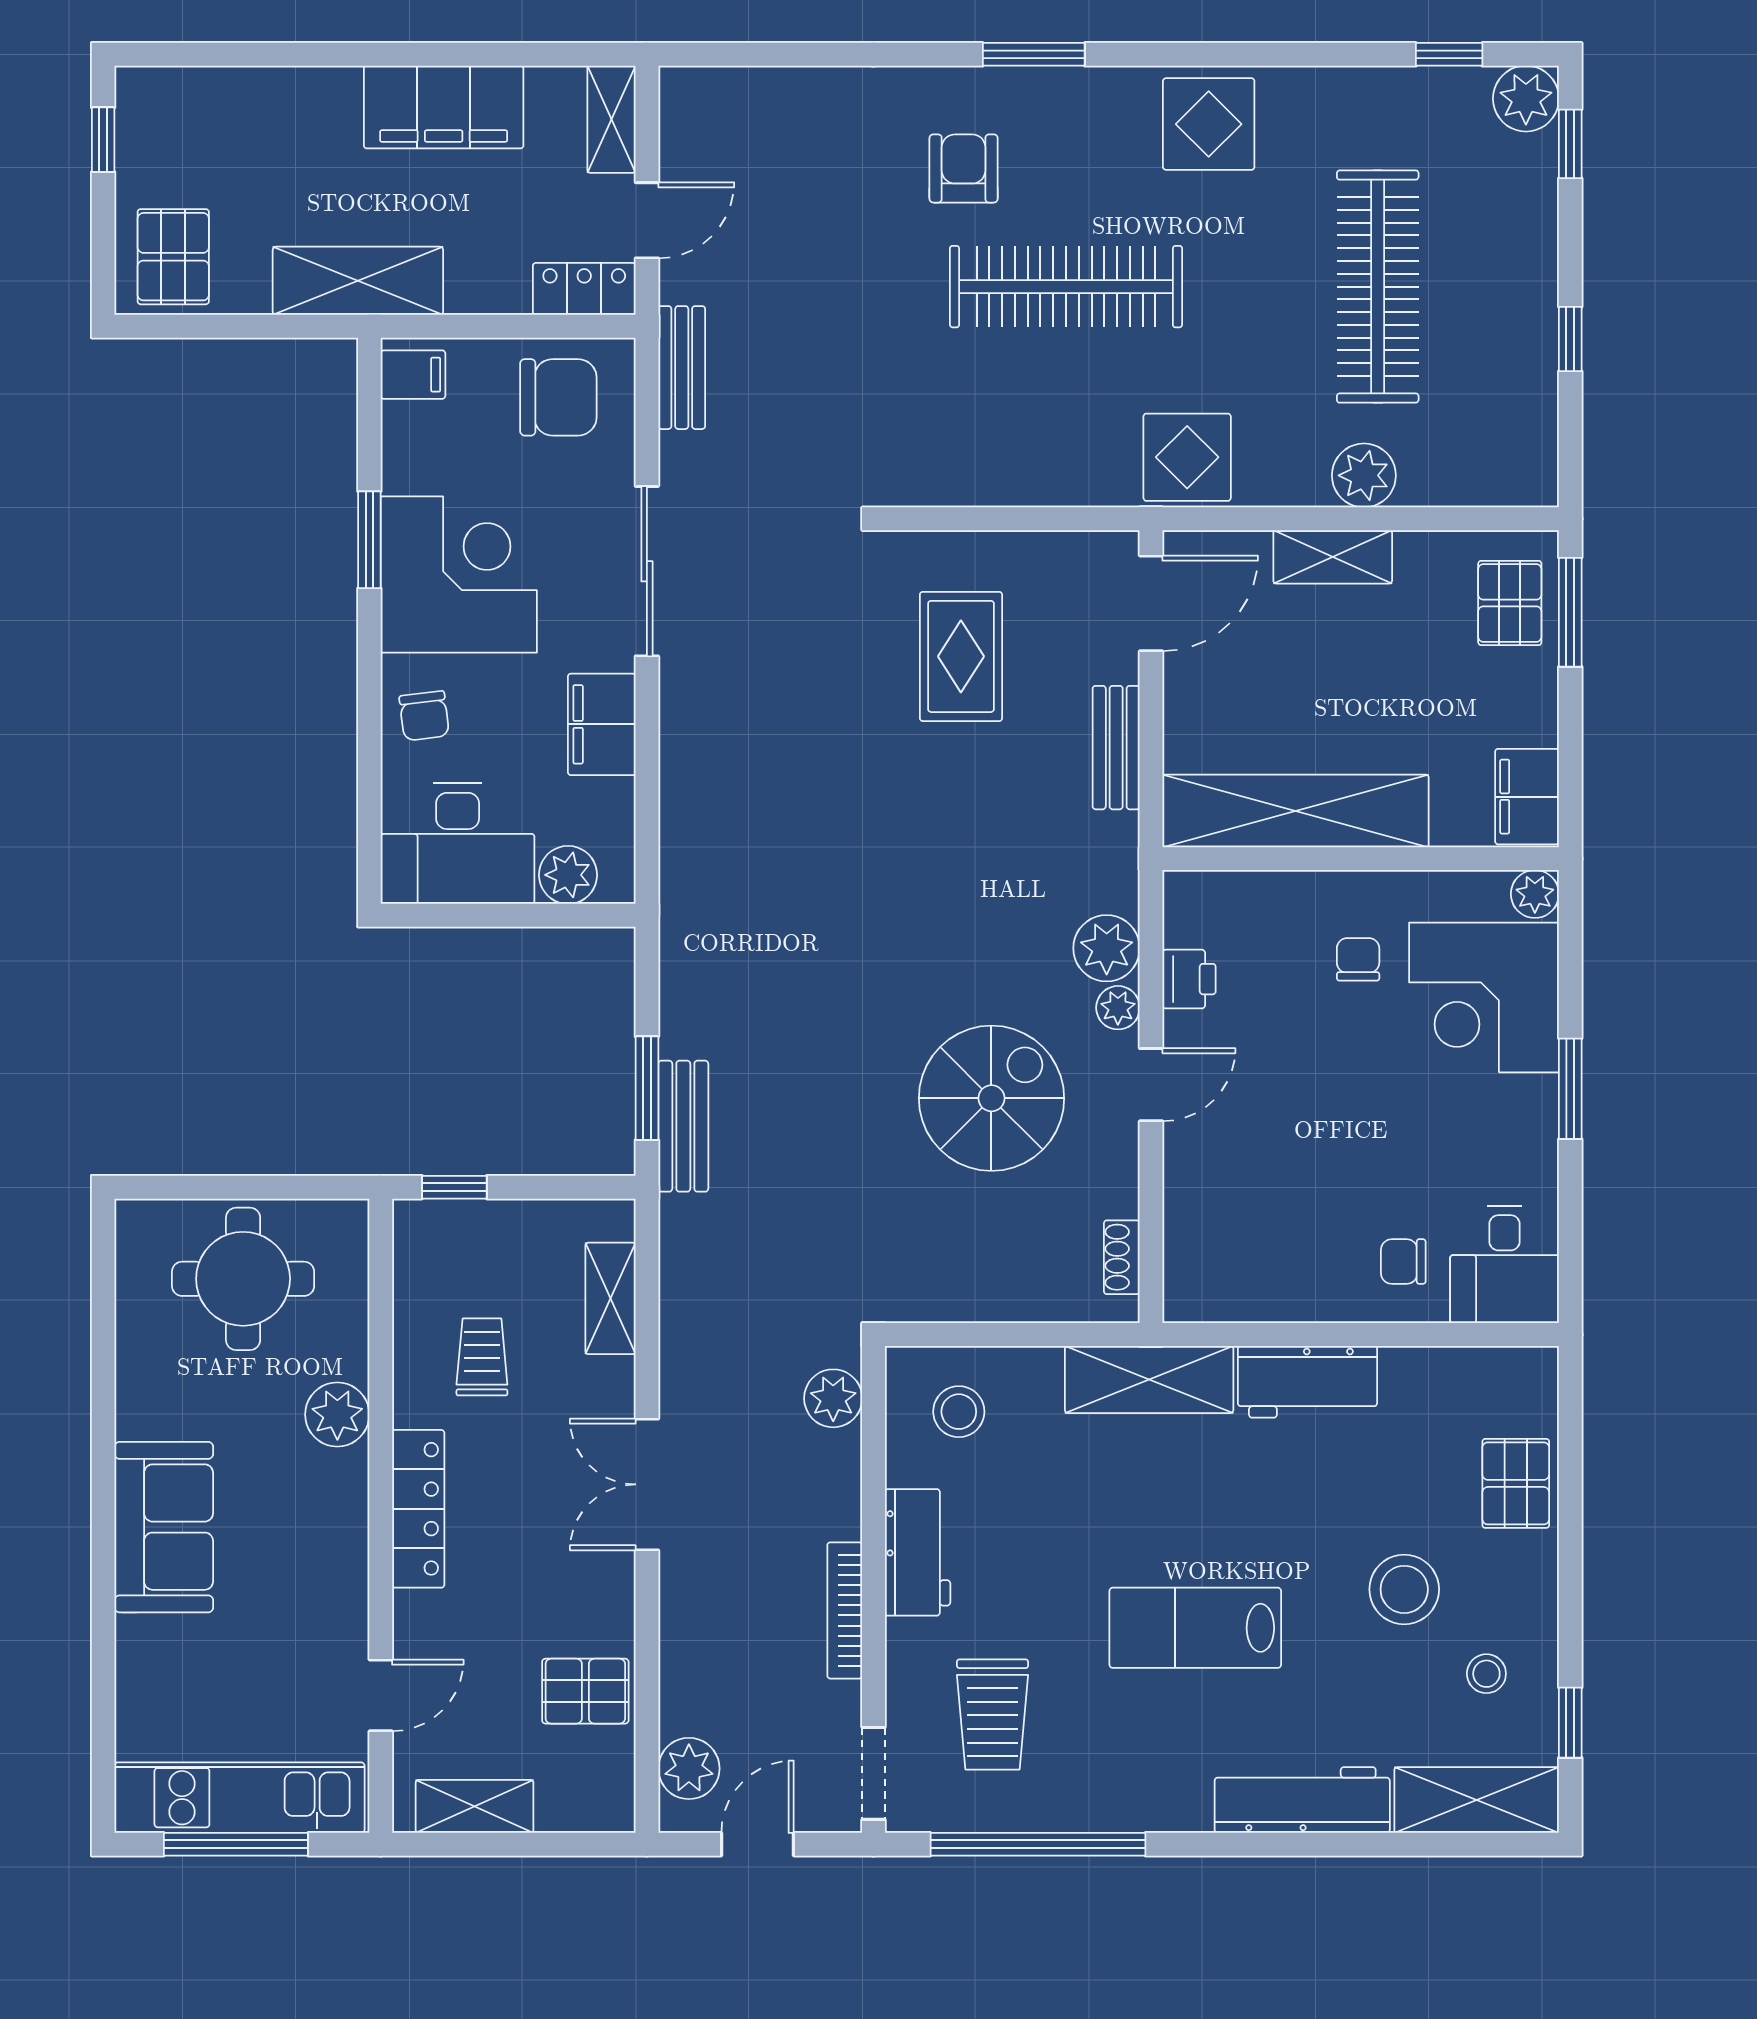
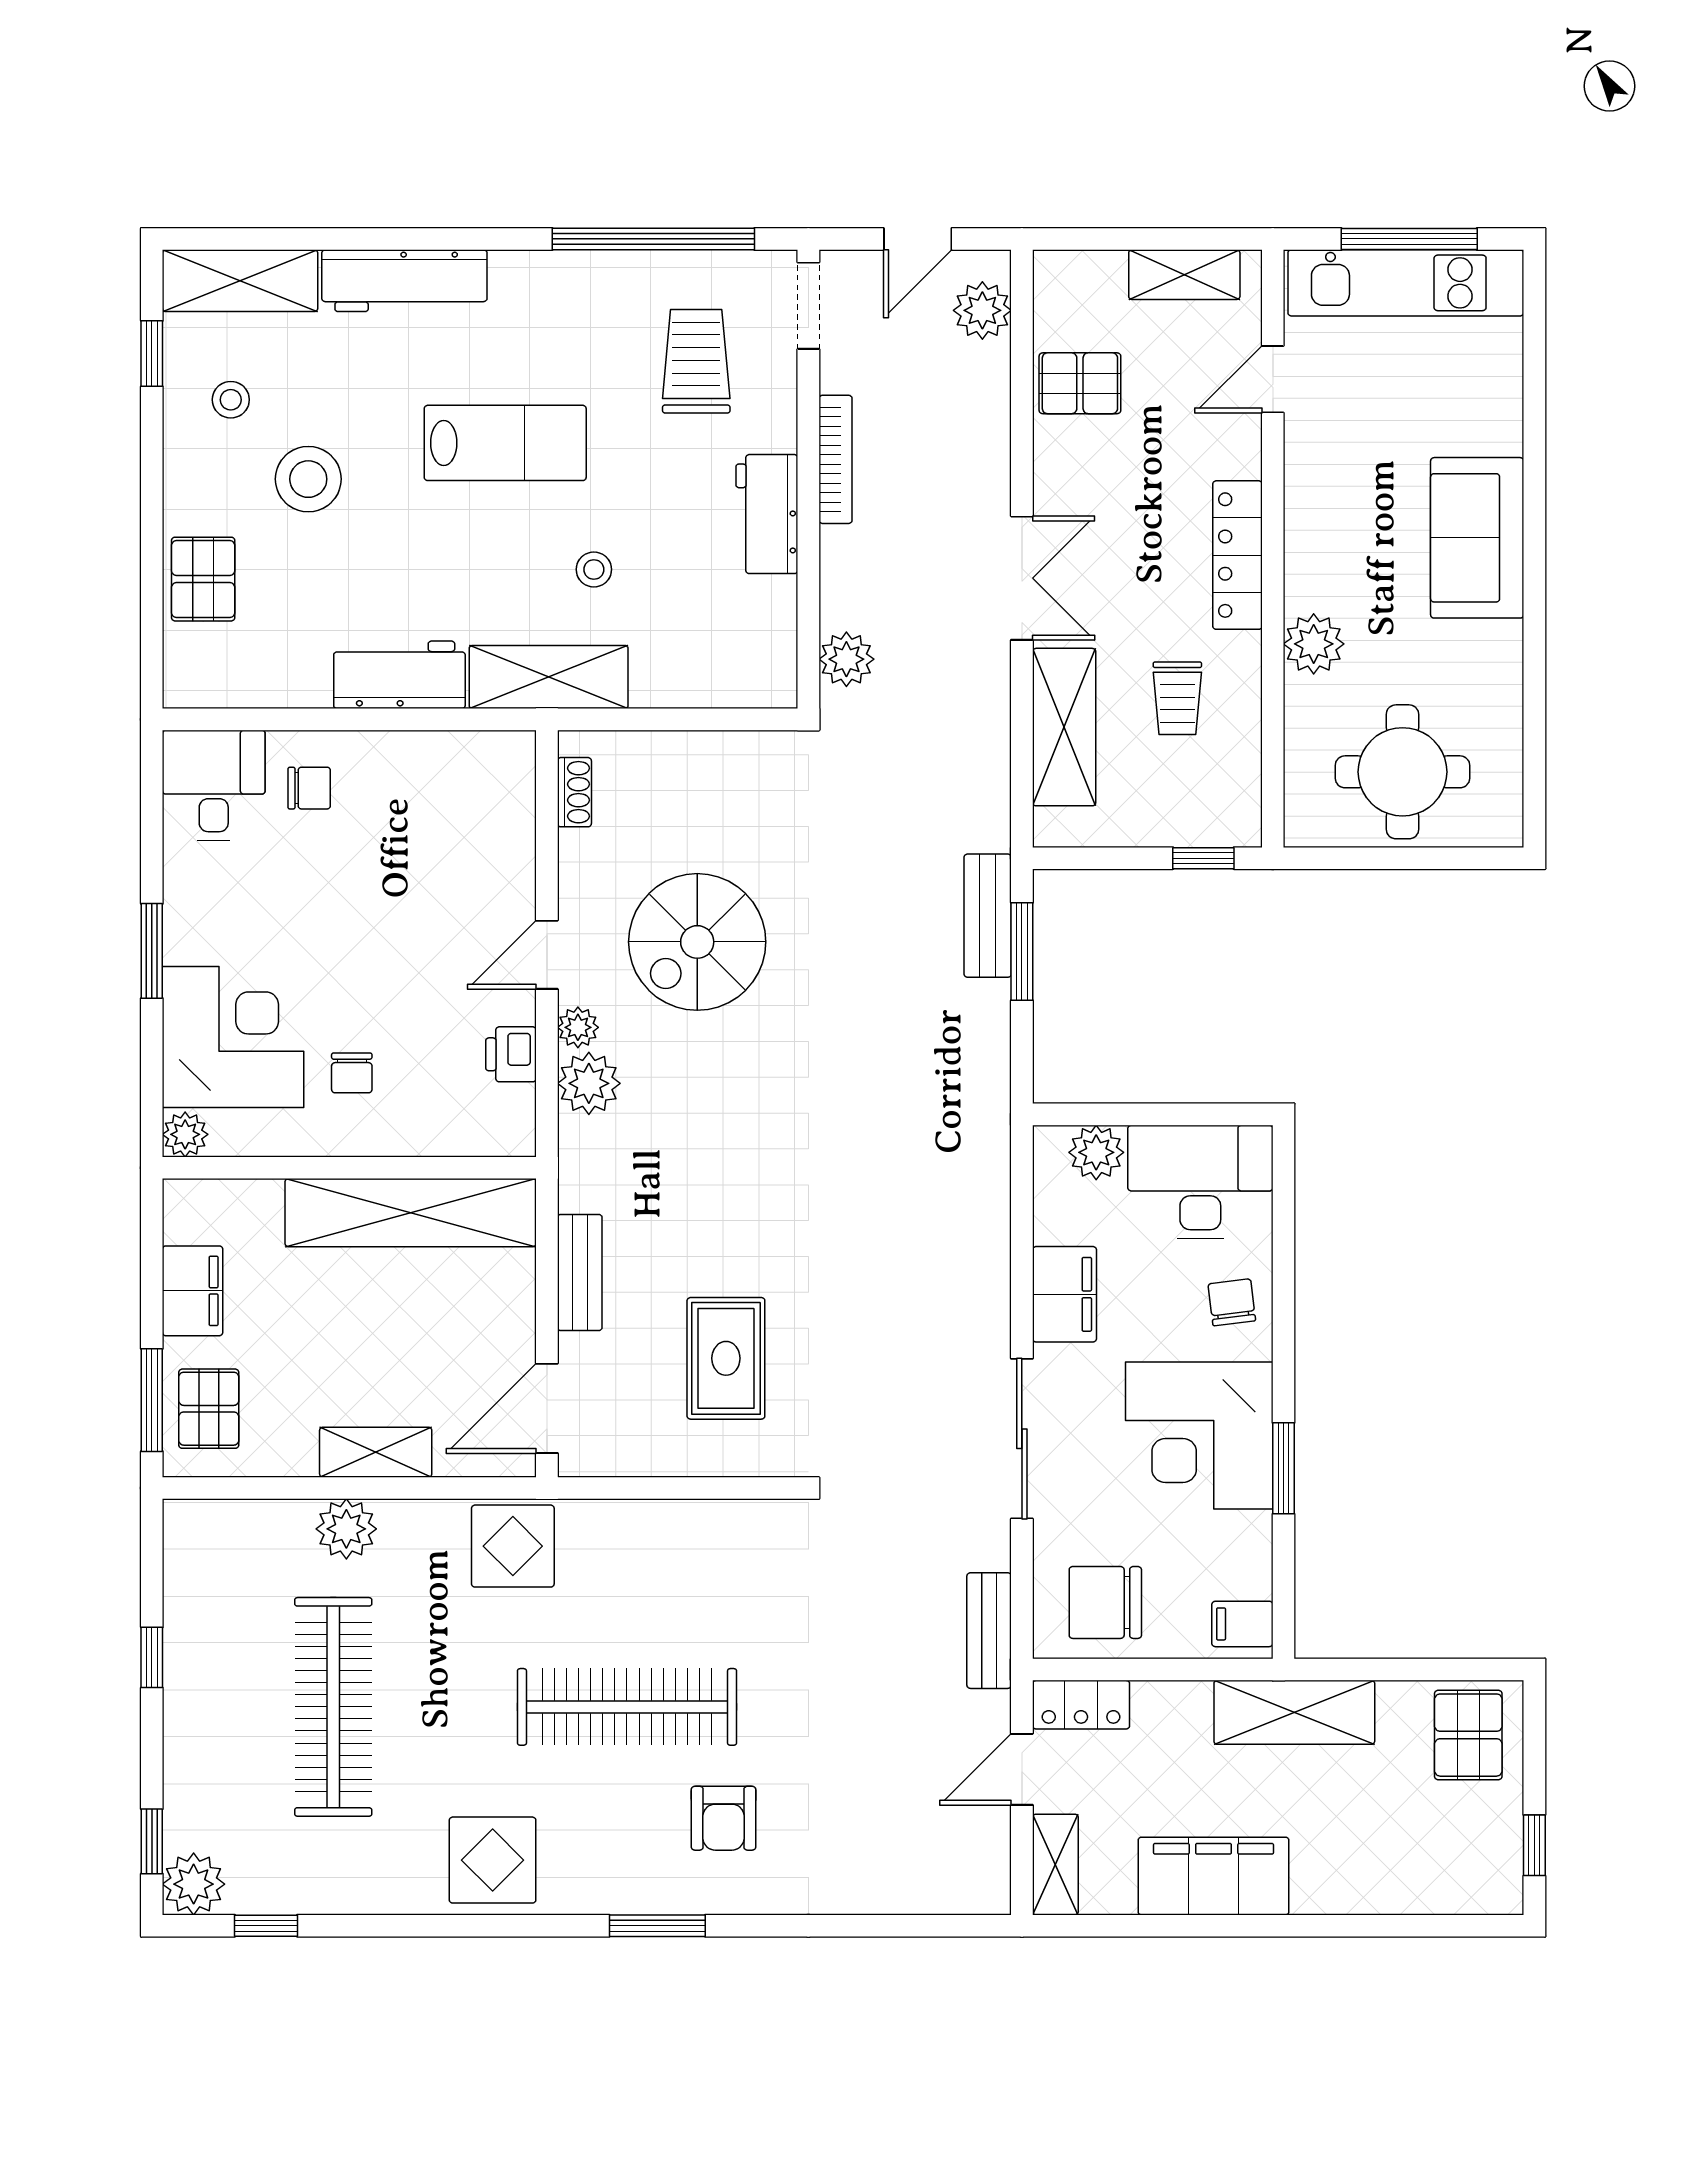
filing cabinet: (1527, 797) -> (193, 1291), moved
shelving: (610, 1298) -> (1064, 727), width x1.50, depth x1.33
stool: (959, 1412) -> (594, 569), moved, width x0.73, depth x0.73

